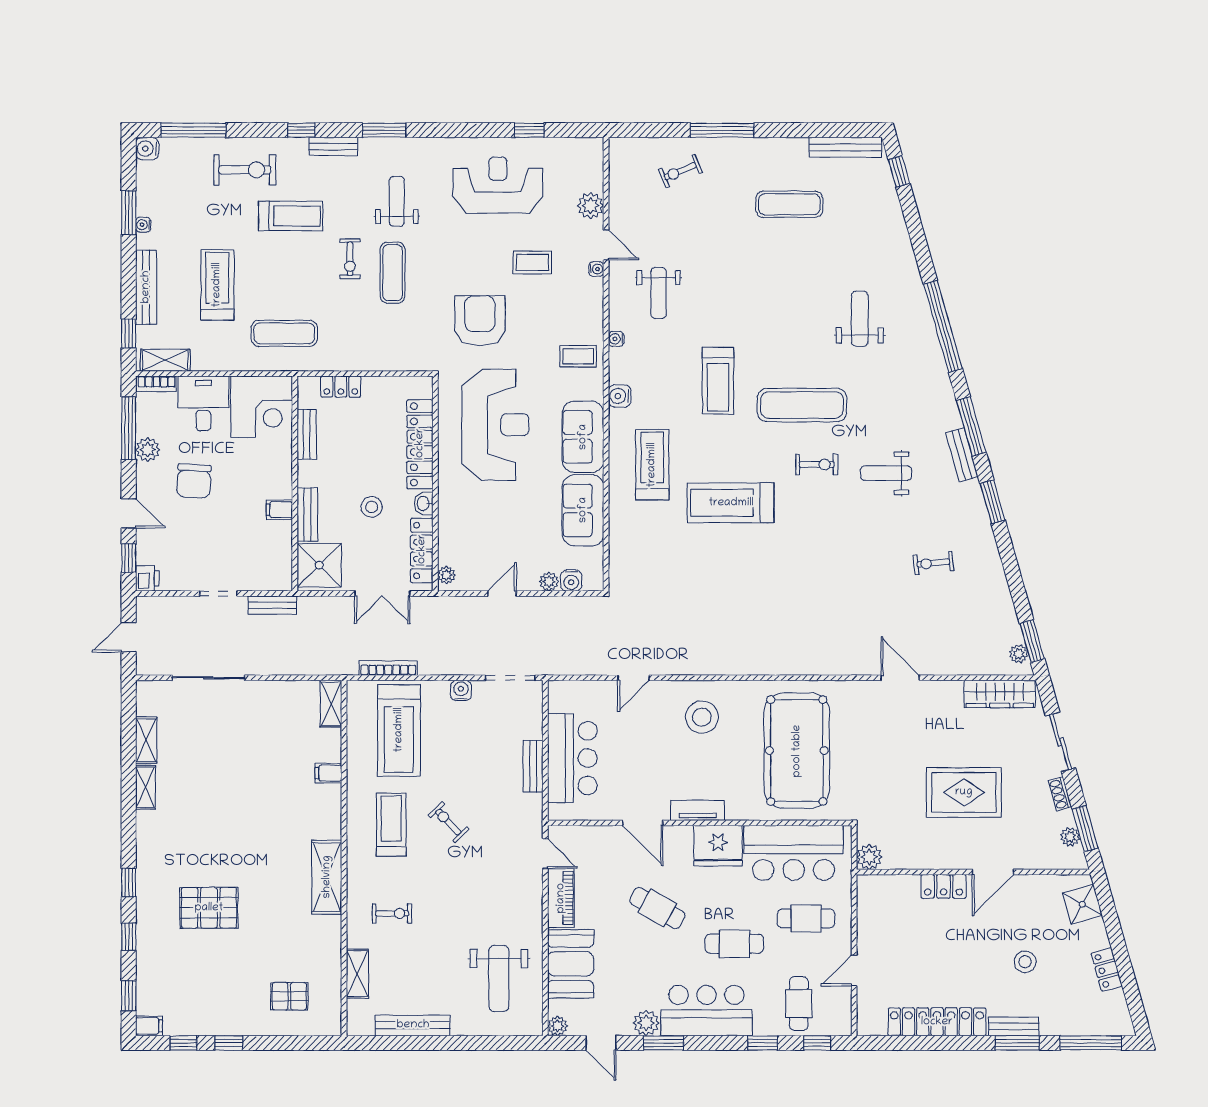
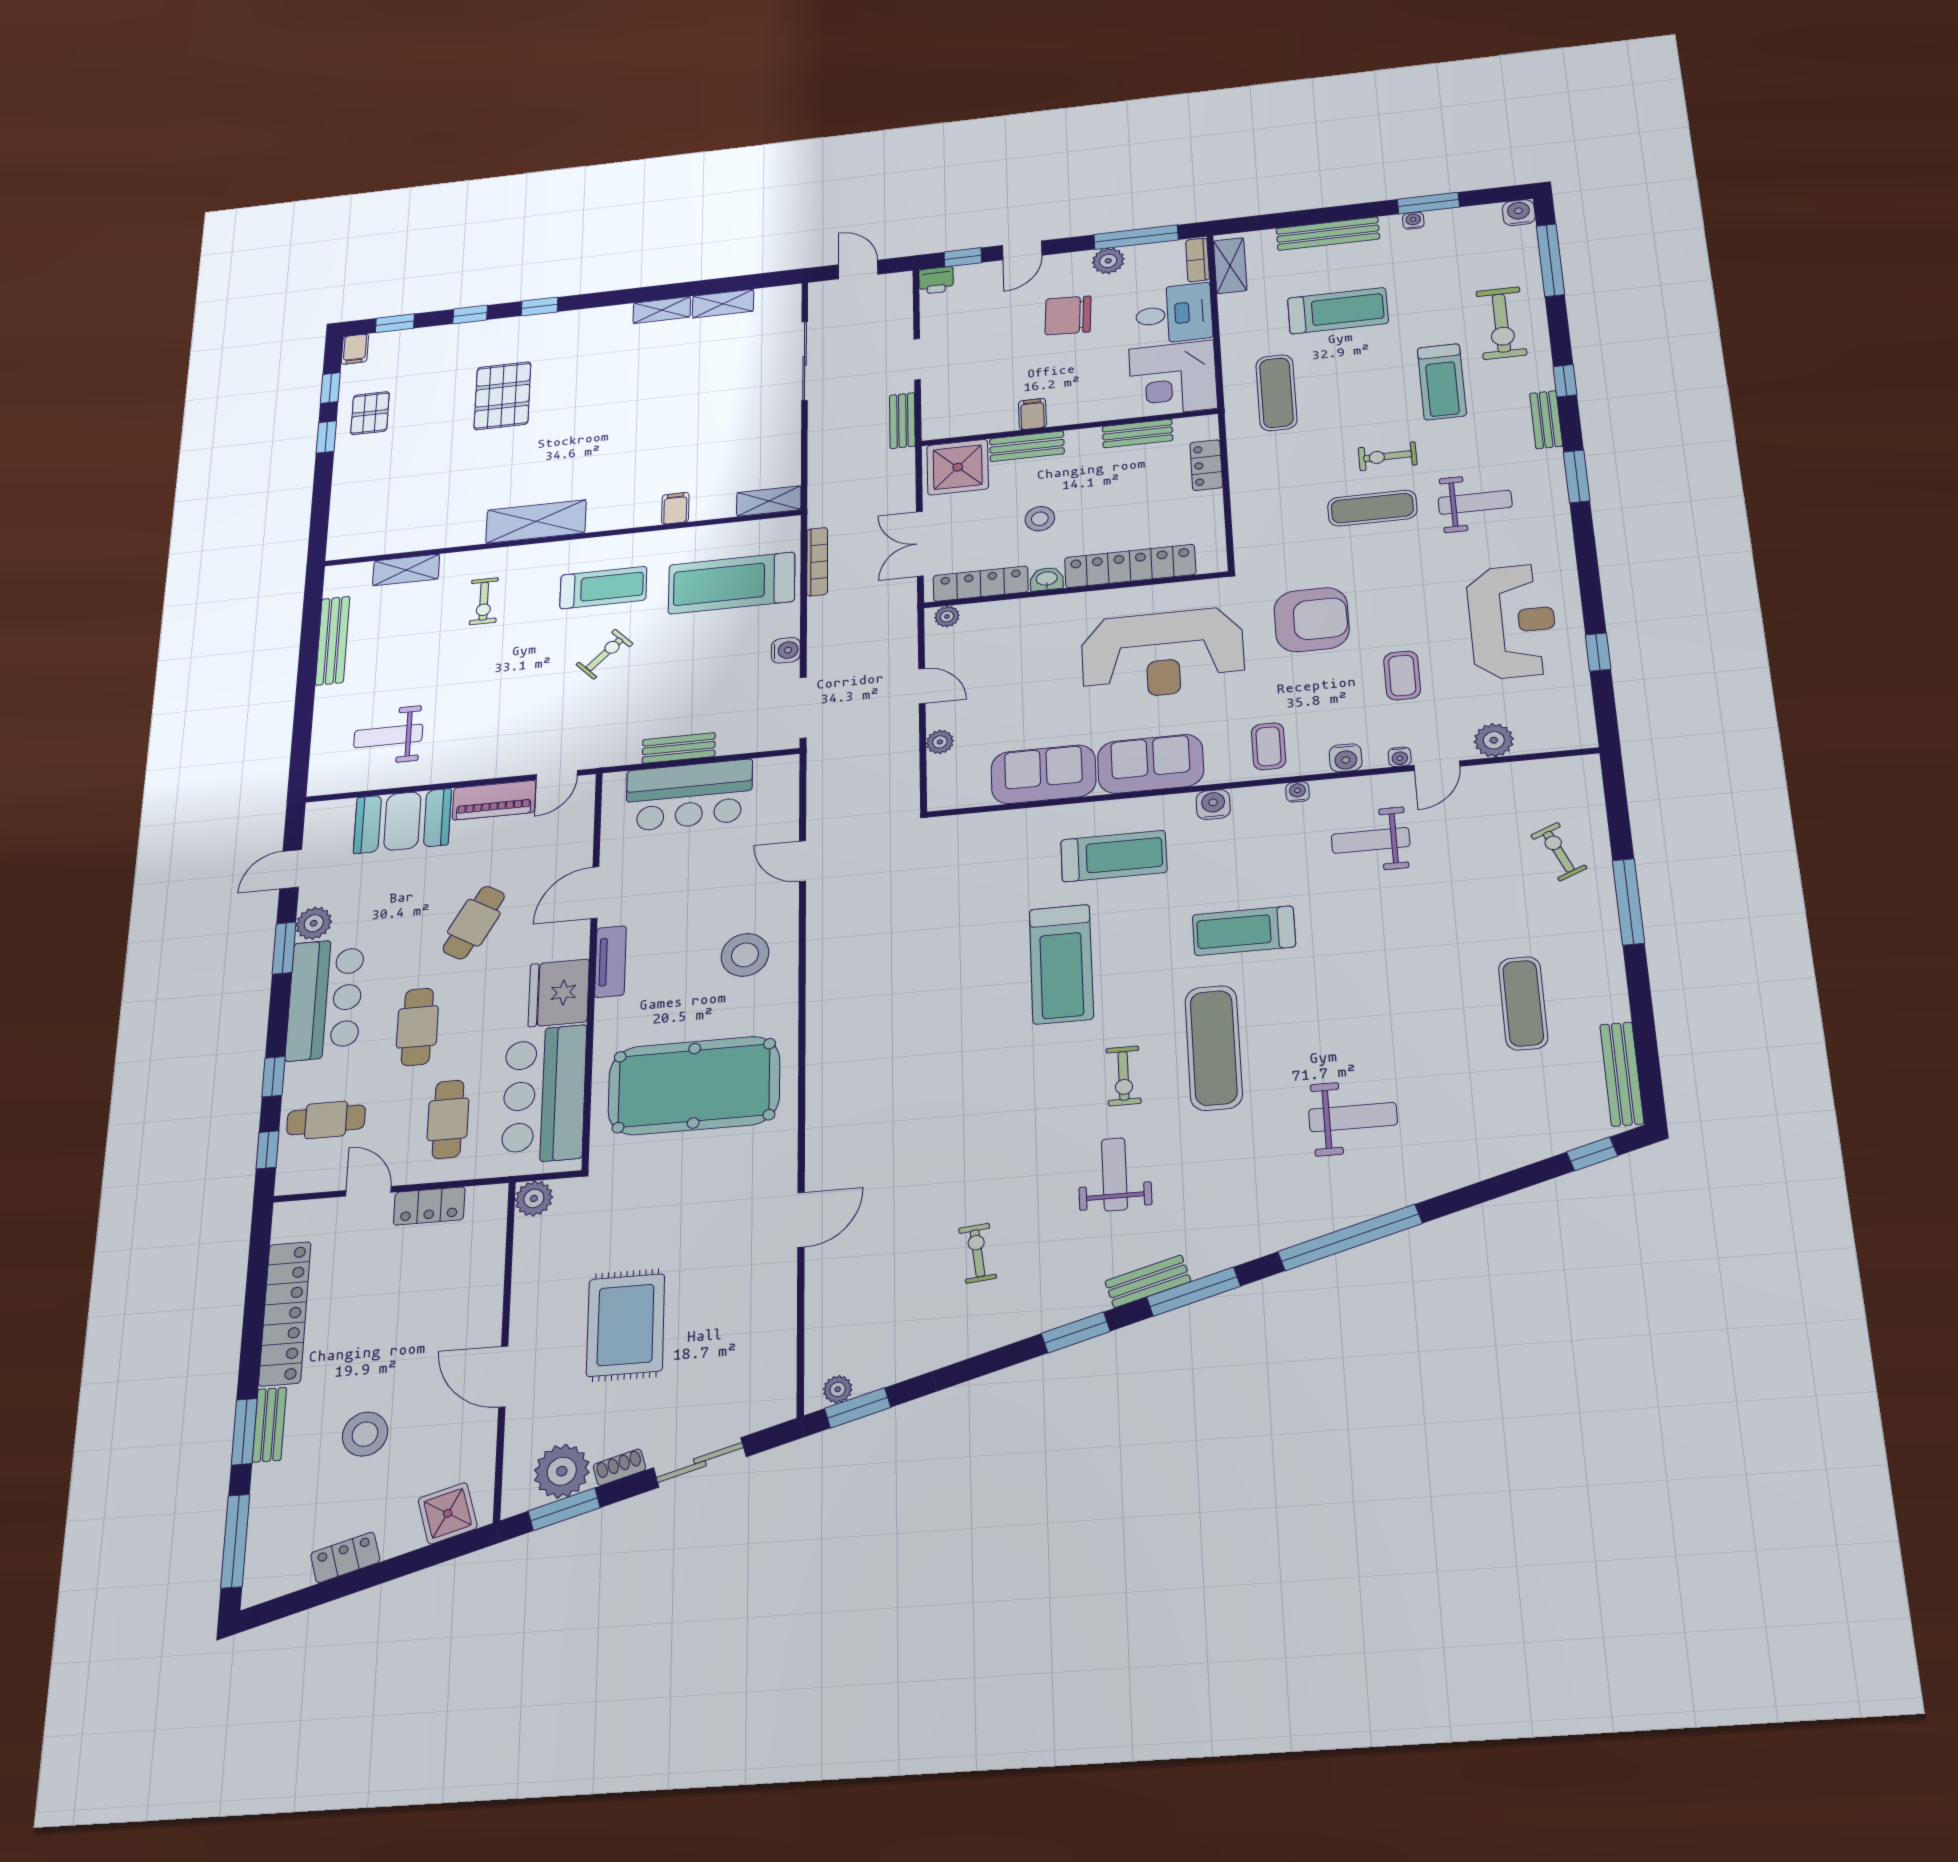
window: (129, 334) -> (1264, 222), removed
treadmill: (731, 503) -> (1061, 964), turned 180
water cooler: (571, 581) -> (1346, 758), moved, turned -90
wardrobe: (1000, 694) -> (776, 1366), removed
plant: (1070, 837) -> (562, 1471), width x1.88, depth x1.88
locker: (944, 886) -> (429, 1206), moved, turned -90
stool: (1025, 962) -> (365, 1434), width x1.38, depth x1.38
weight bench: (499, 978) -> (388, 736), width x0.73, depth x0.75
pallet: (289, 996) -> (370, 413), moved
plant: (557, 1026) -> (318, 813), removed

